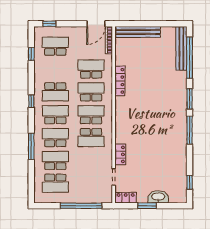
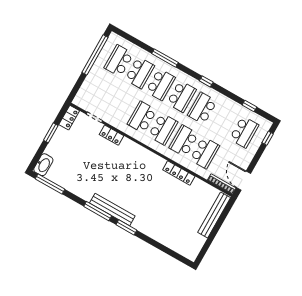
bench: (181, 48) -> (112, 210), moved
window: (190, 58) -> (164, 249), removed
school desk: (91, 92) -> (184, 141), turned 180
window: (190, 182) -> (50, 184), width x2.17
washbasin: (158, 197) -> (43, 165), moved
window: (81, 206) -> (95, 55), moved

